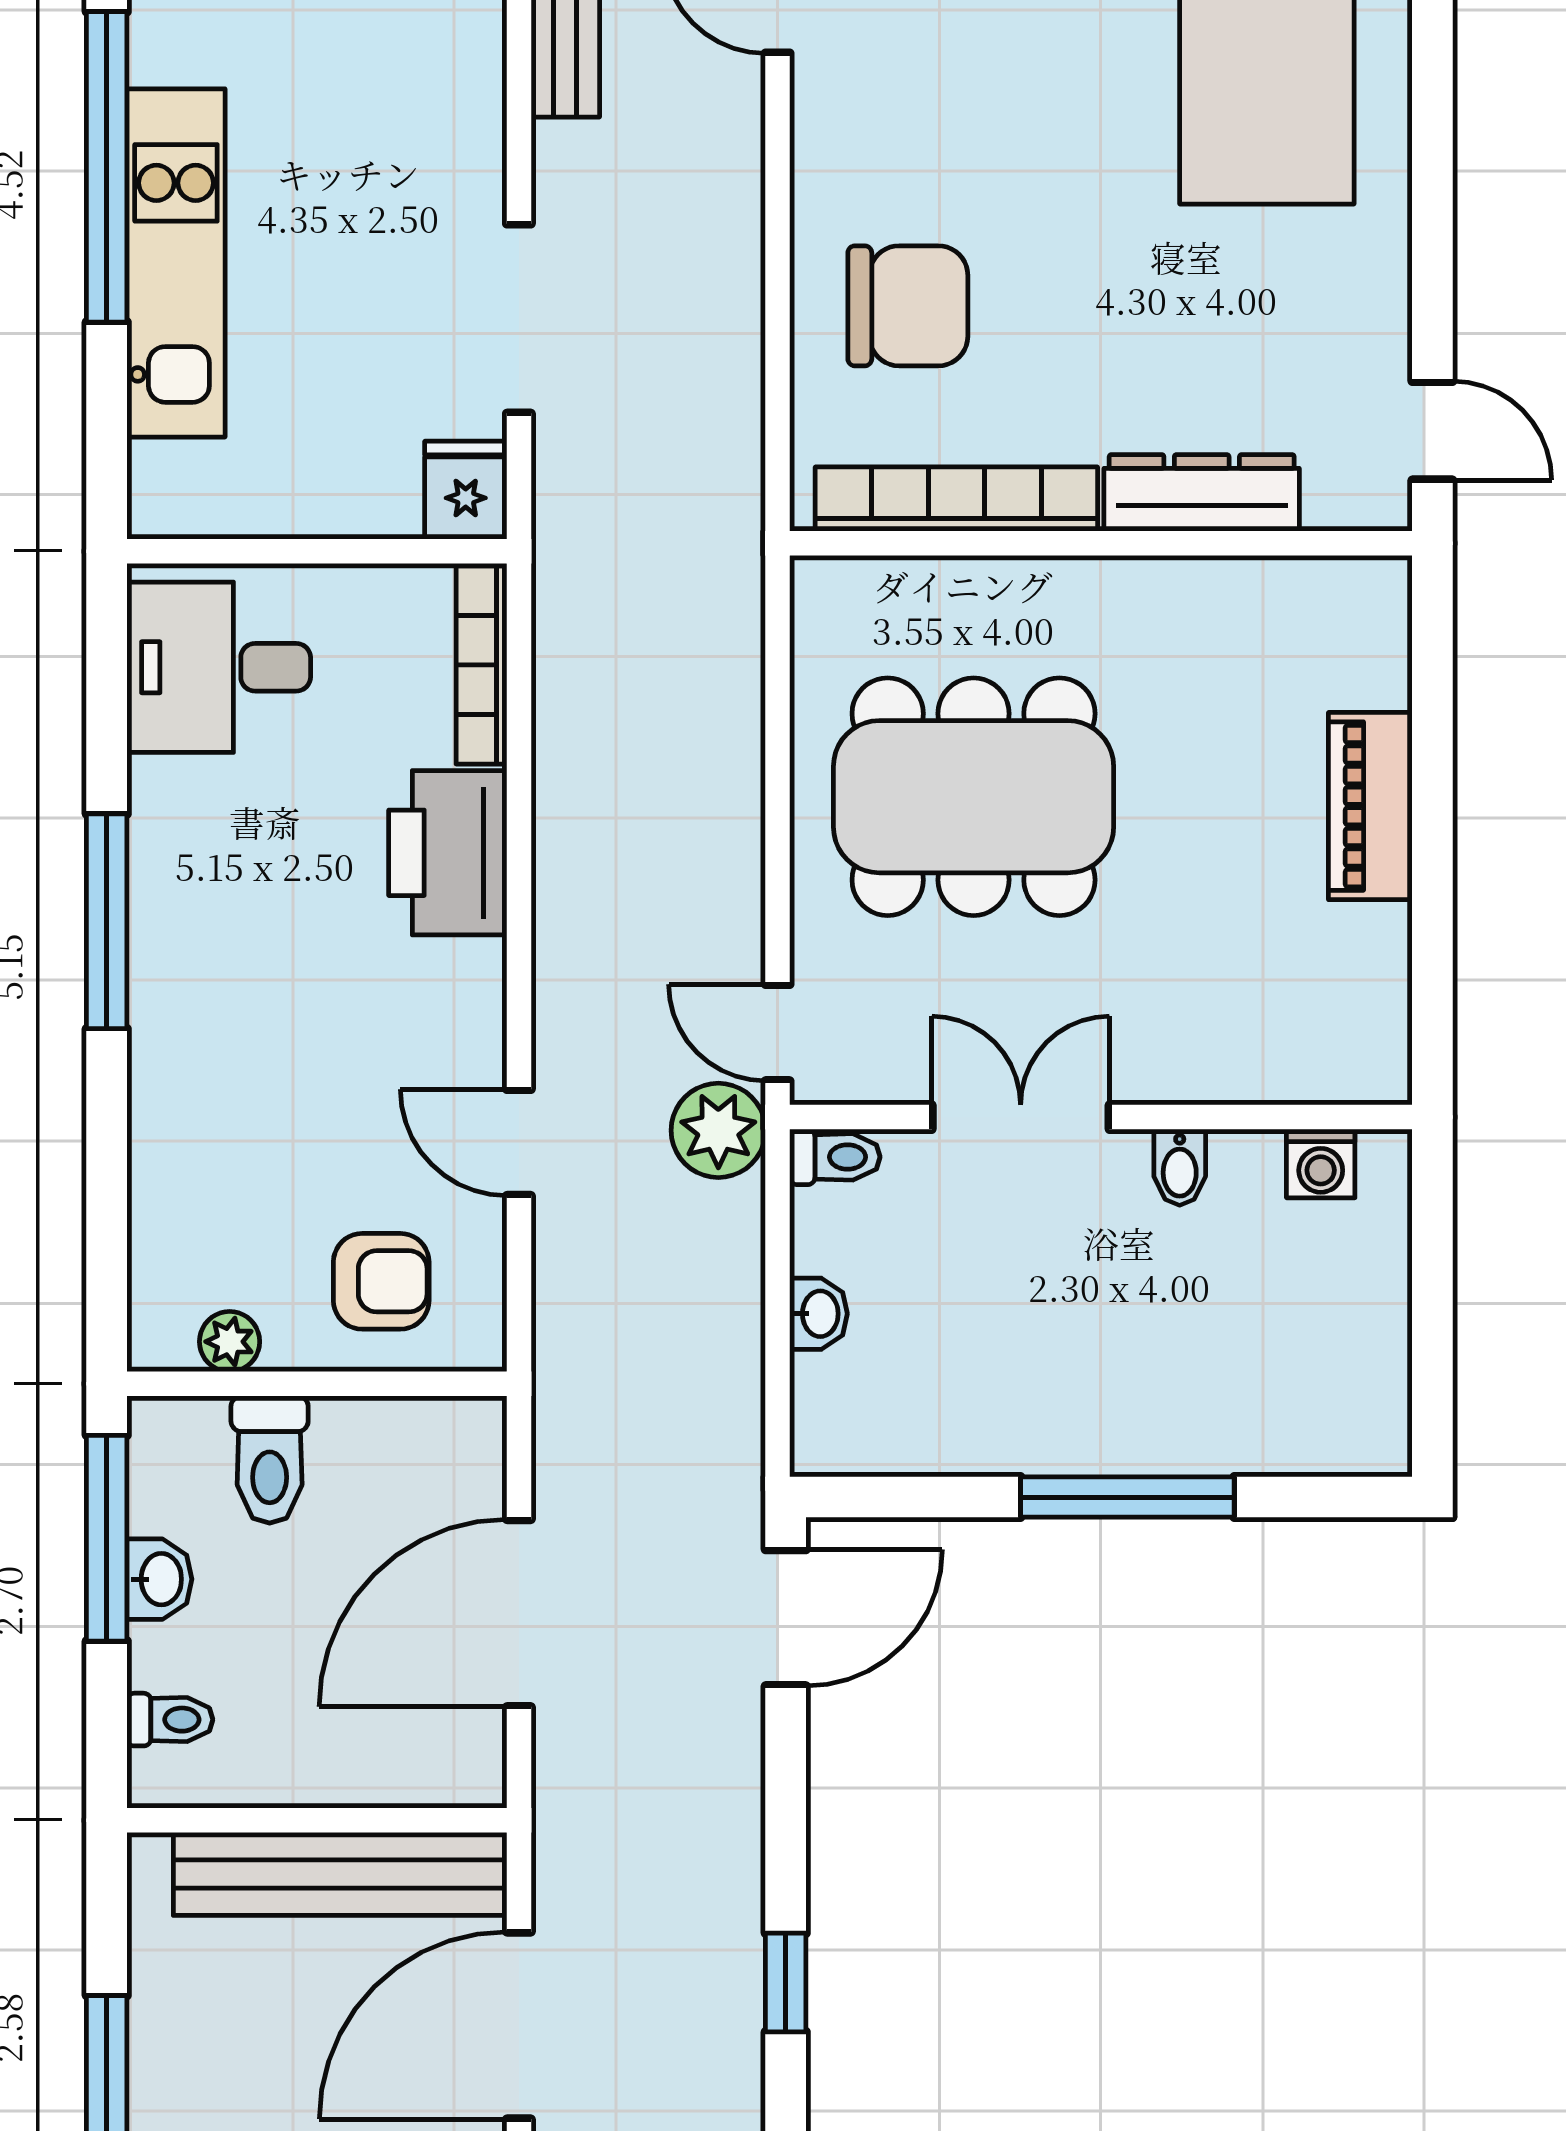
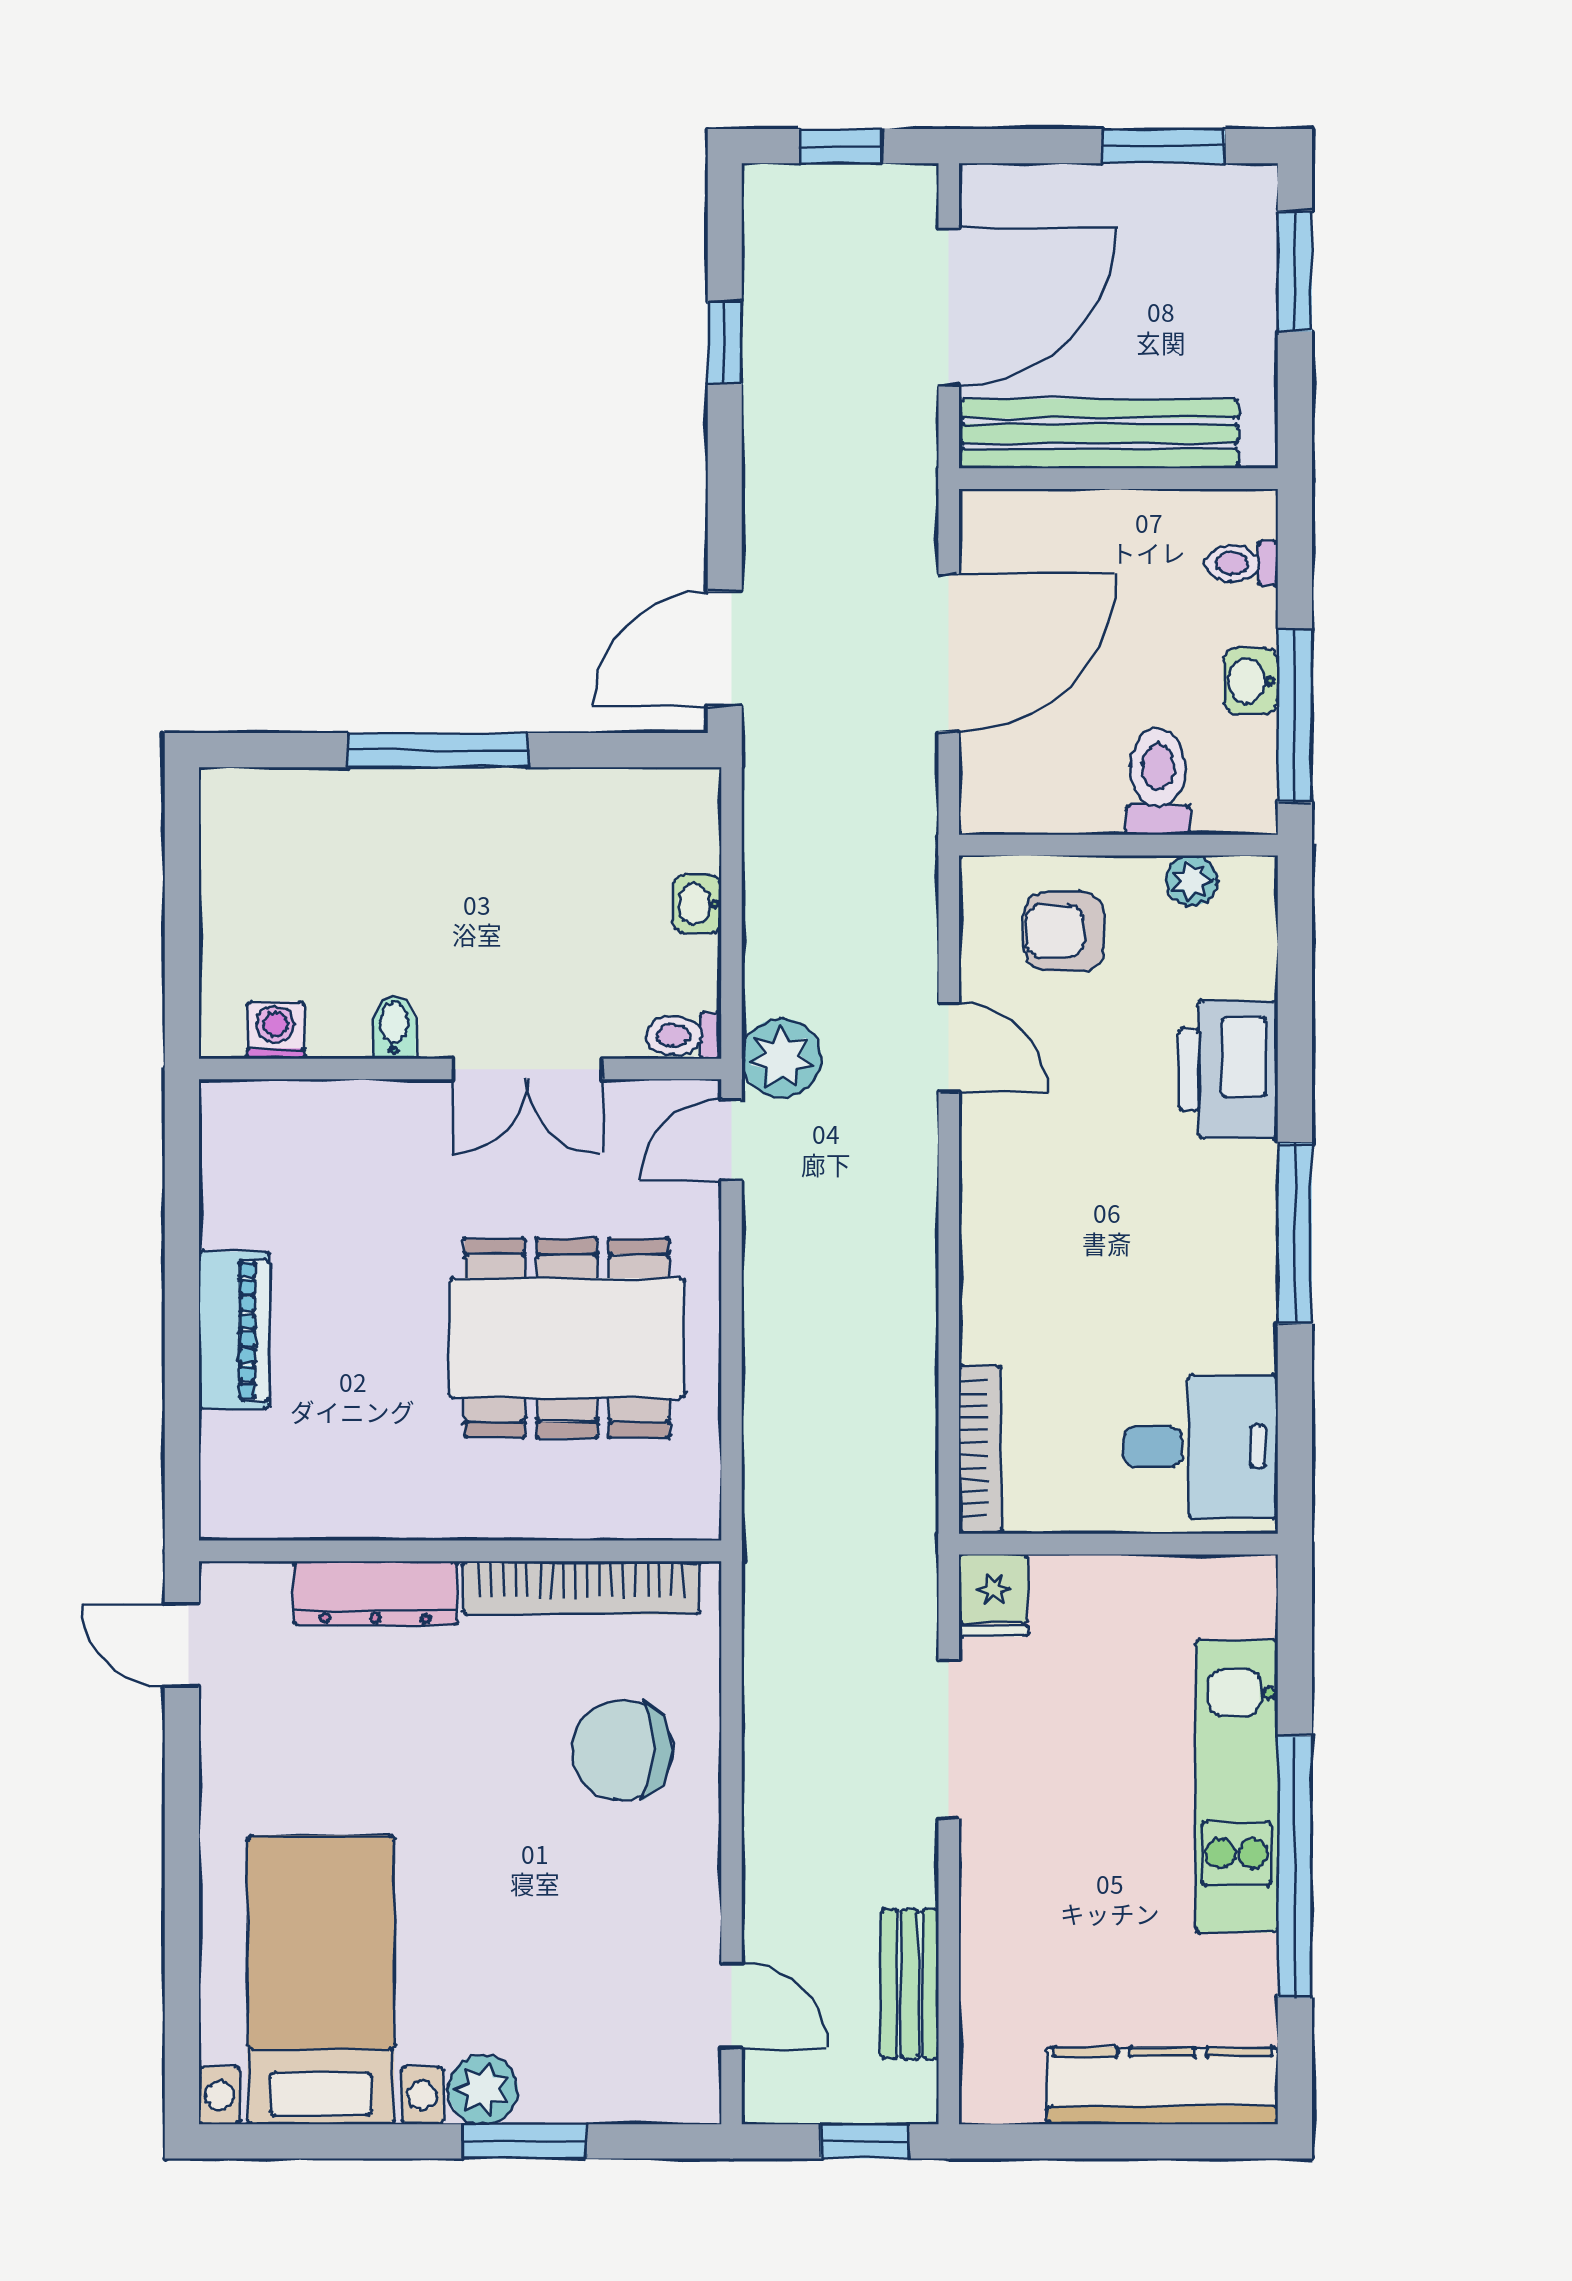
printer: (448, 853) -> (1228, 1070), moved, turned 180
door: (778, 1033) -> (732, 1140), swing flipped

